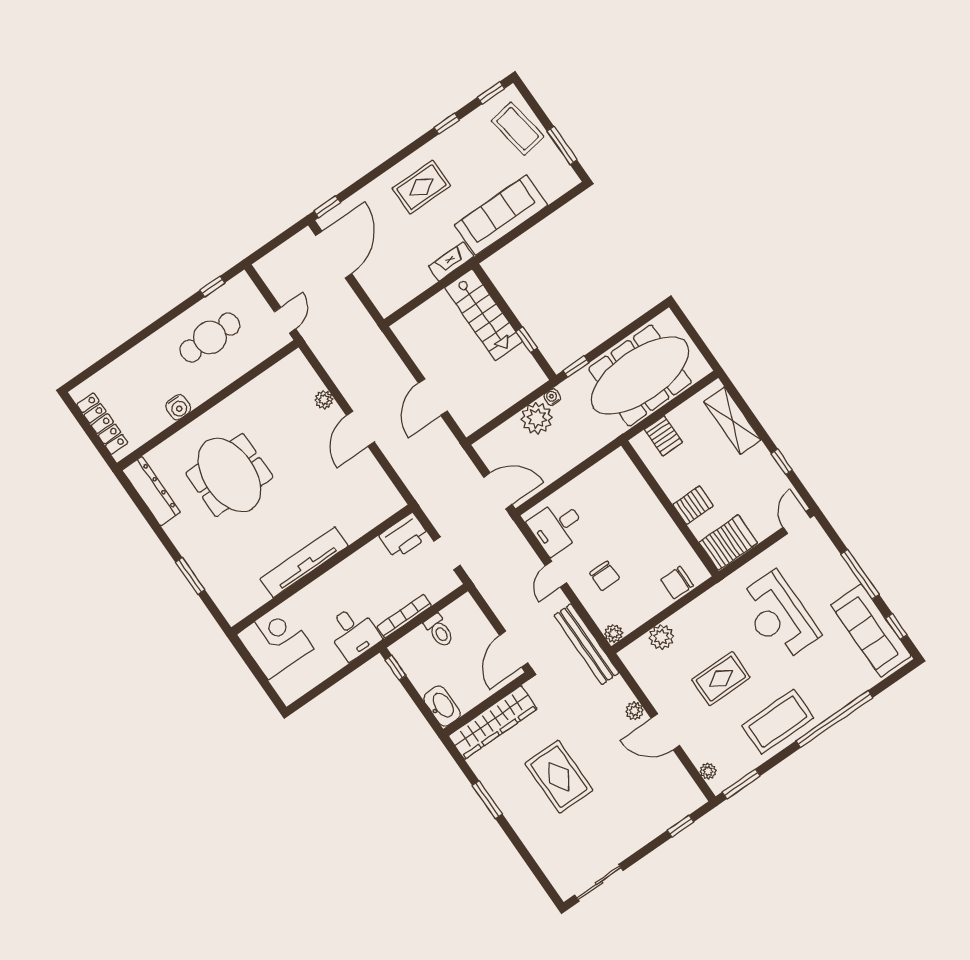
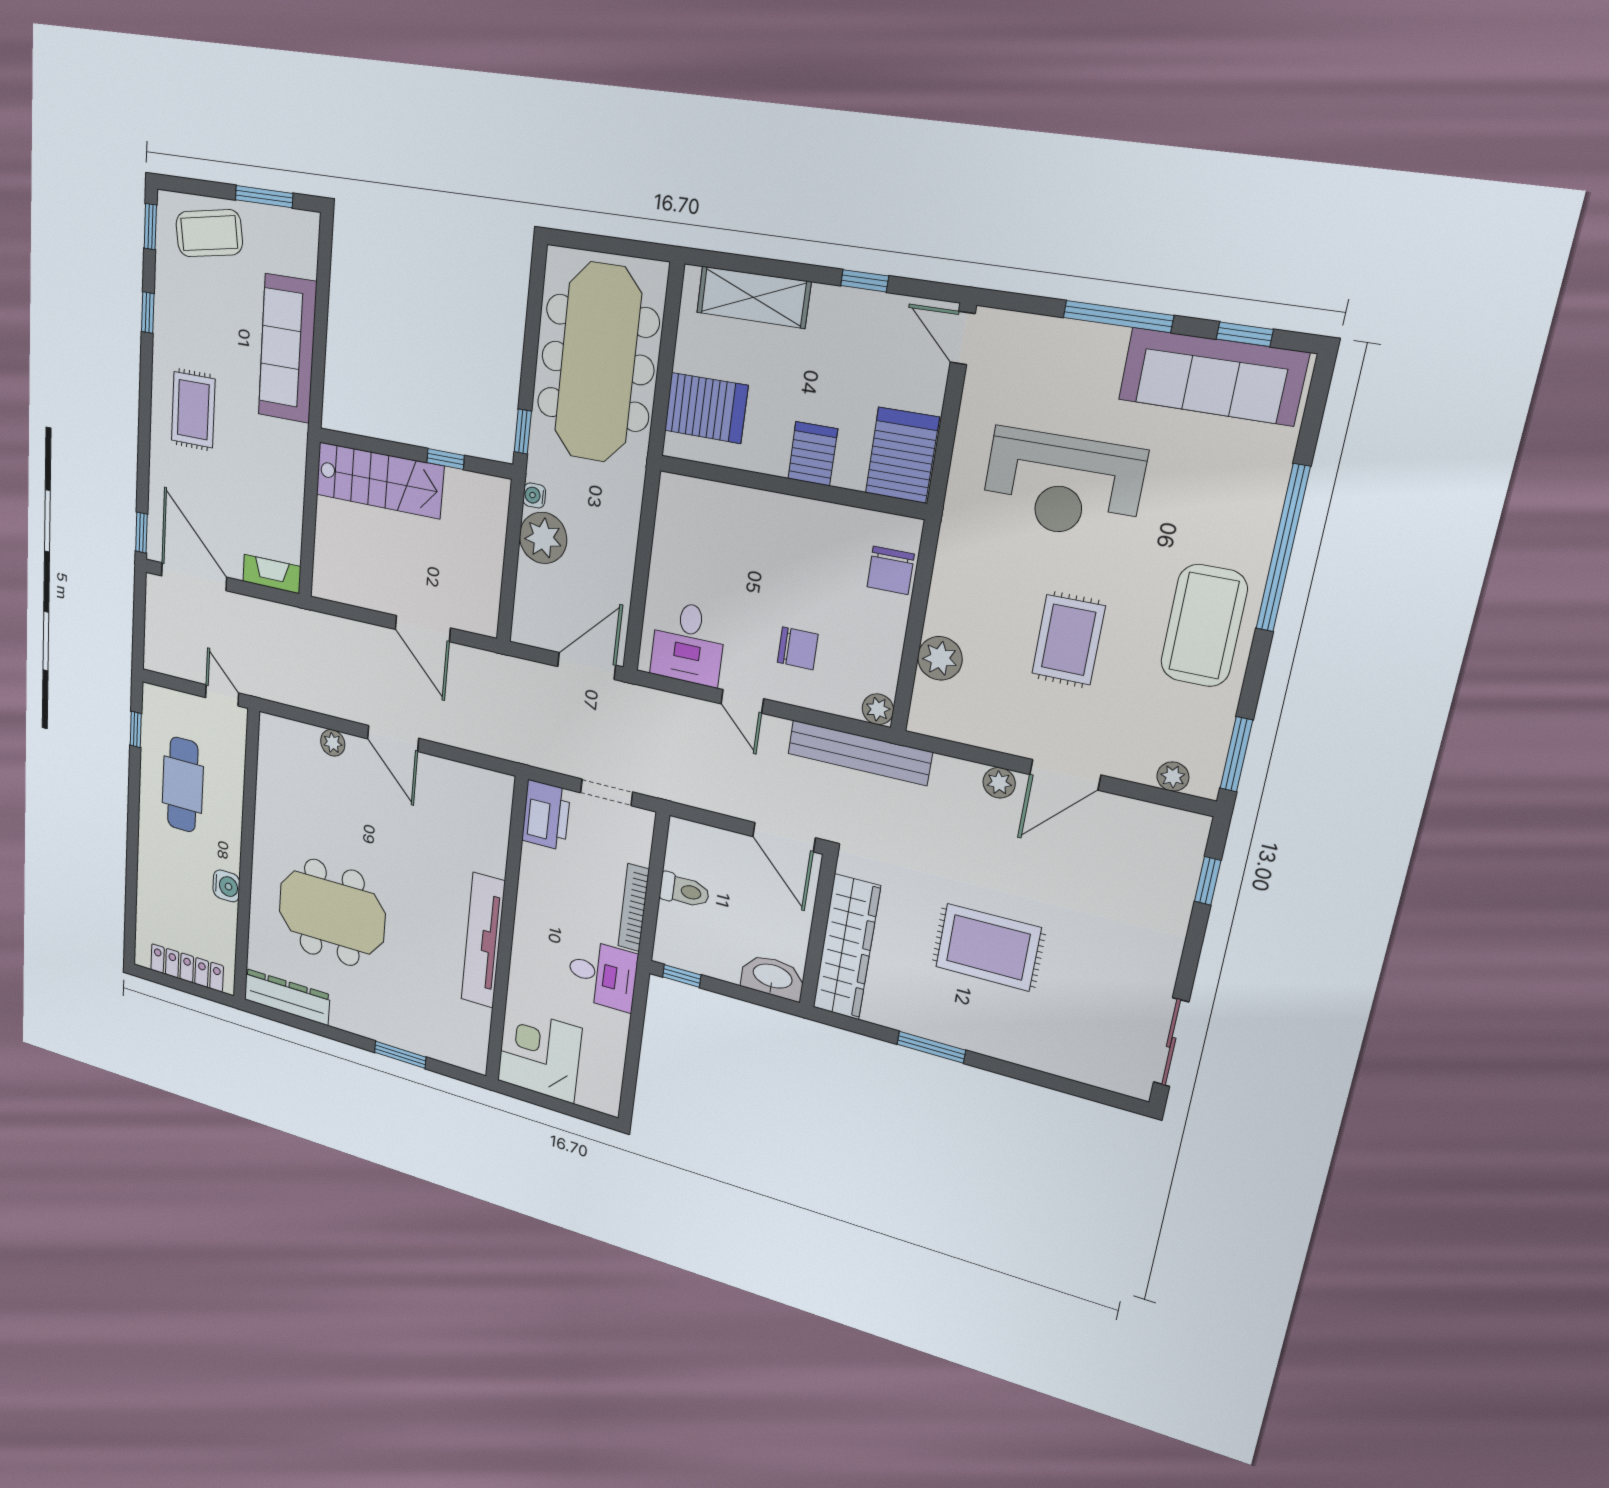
fireplace: (451, 261) -> (272, 574), moved, turned 90
server rack: (663, 436) -> (706, 408), width x1.36, depth x1.44

